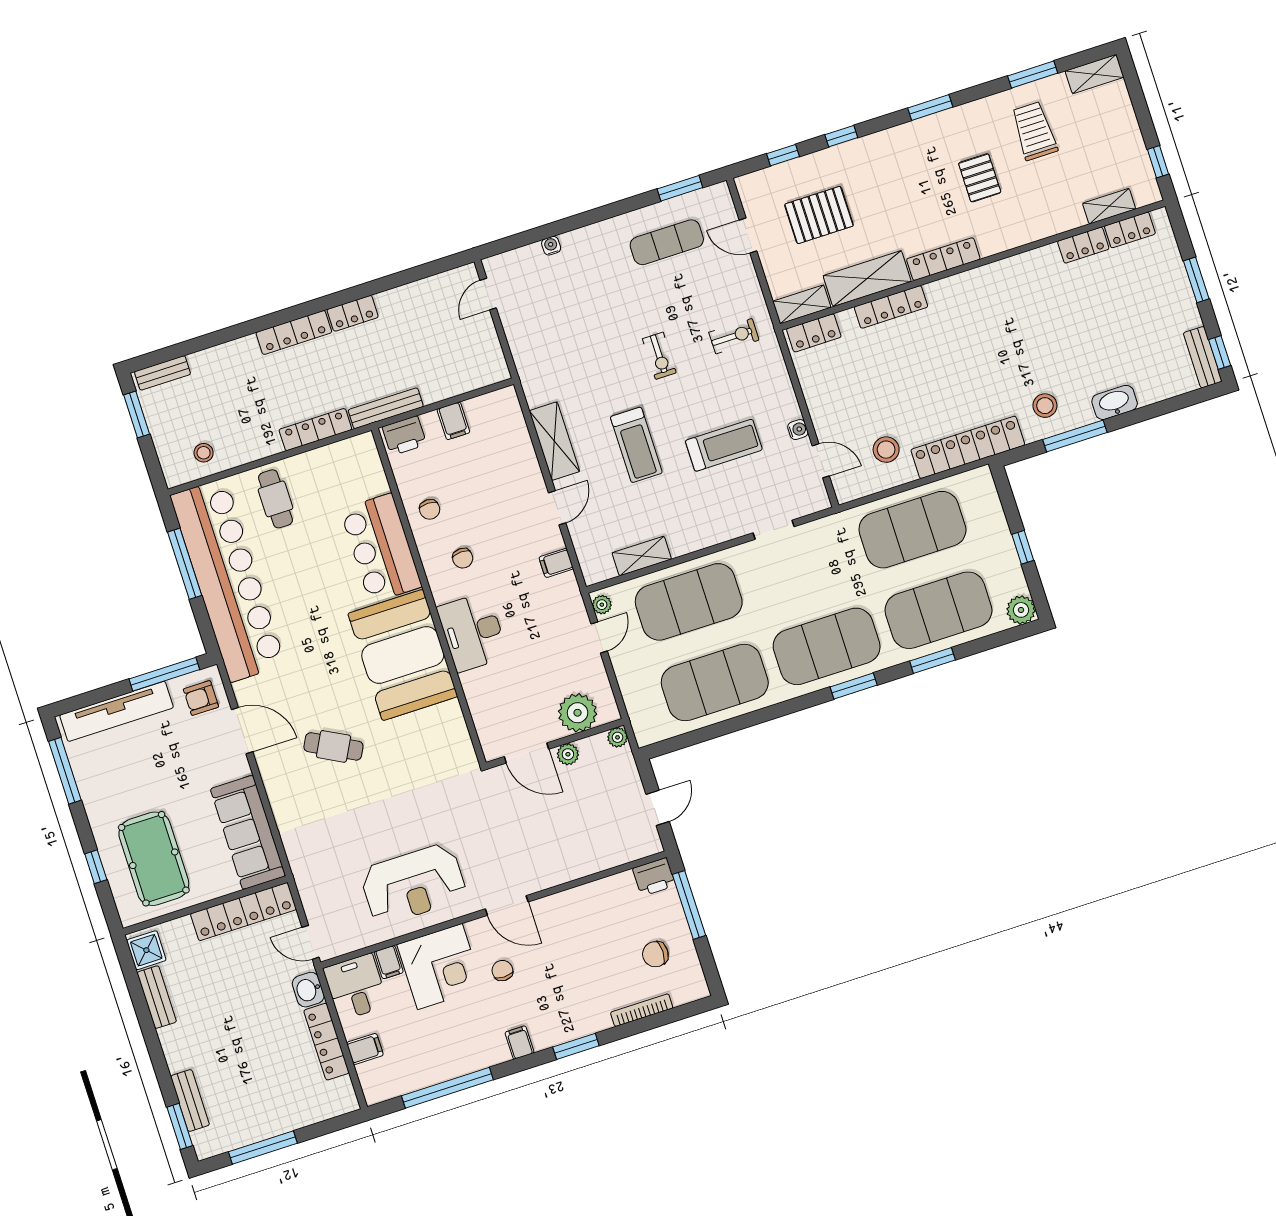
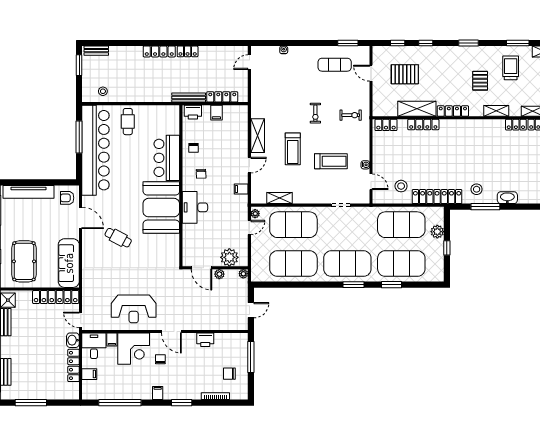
shelving: (802, 304) -> (496, 111), moved
locker: (315, 430) -> (222, 97), moved
plant: (1021, 610) -> (437, 232), moved
window: (164, 674) -> (55, 182), removed
printer: (654, 877) -> (205, 340), moved

